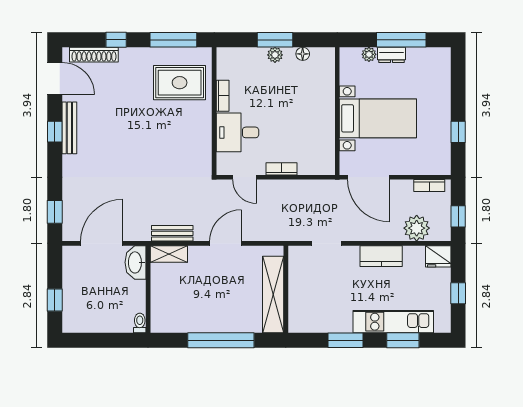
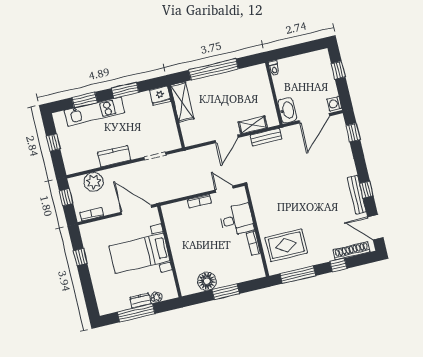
floor lamp: (303, 54) -> (207, 281), width x1.89, depth x1.89
plant: (275, 55) -> (223, 281), removed
shelving: (169, 254) -> (253, 125), moved
fridge: (438, 256) -> (160, 96), moved, turned 180
washing machine: (71, 257) -> (334, 104), added
shelving: (273, 295) -> (182, 102), width x0.68

